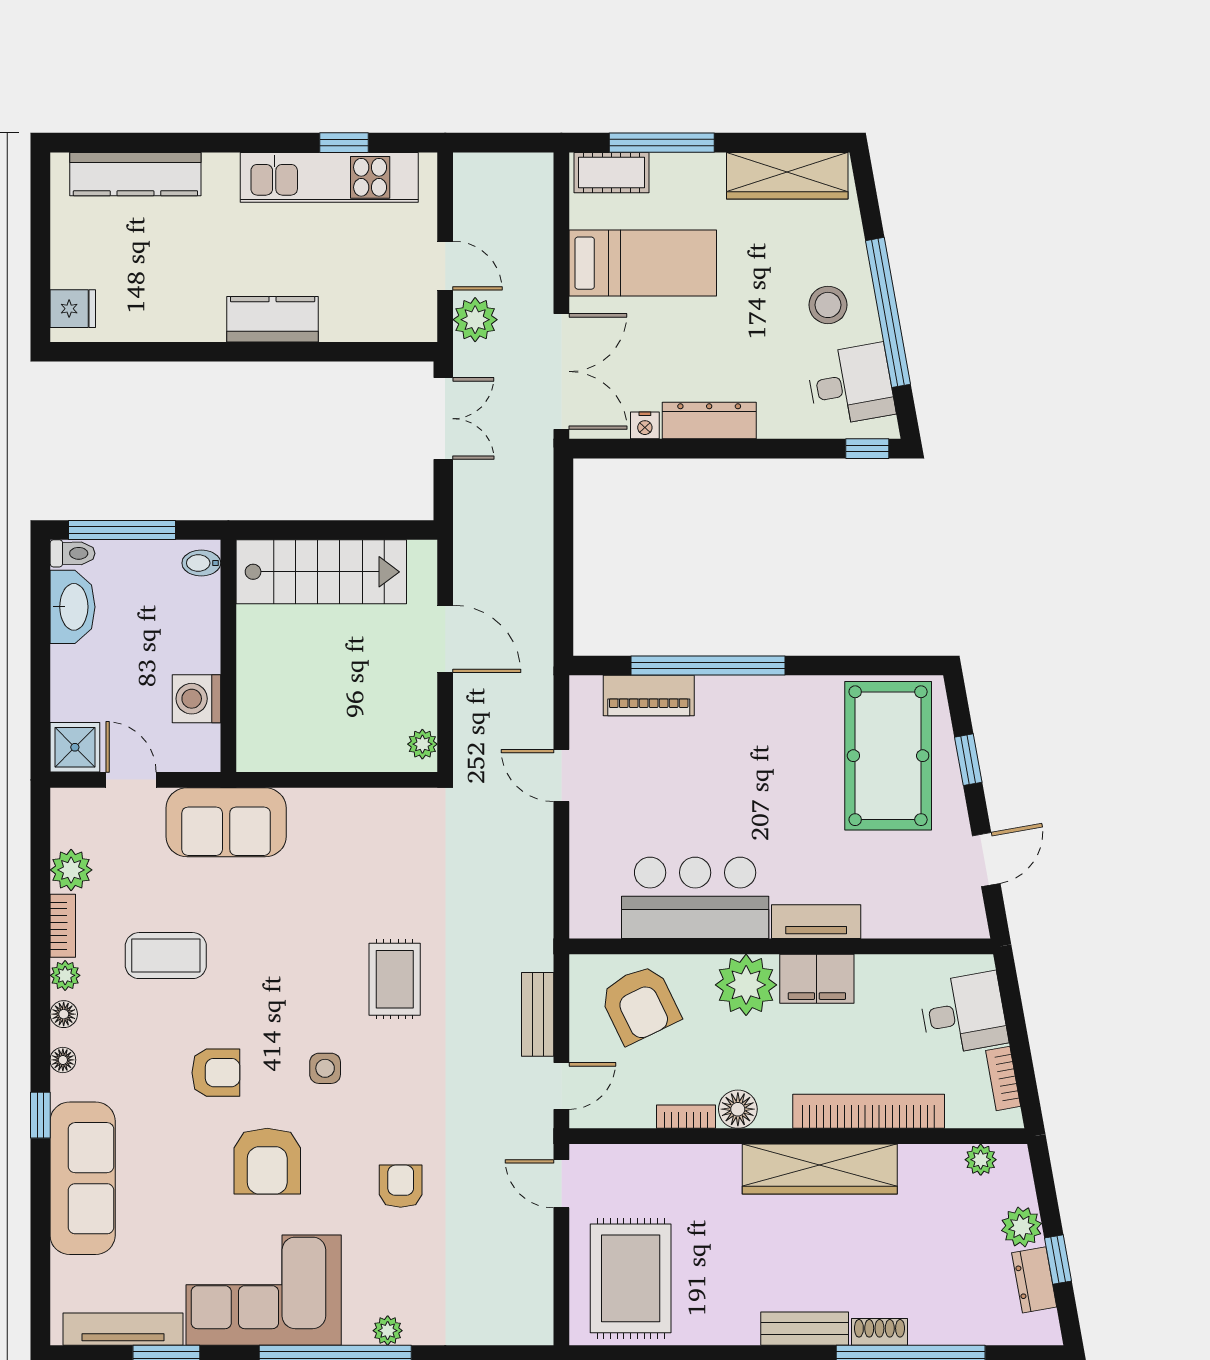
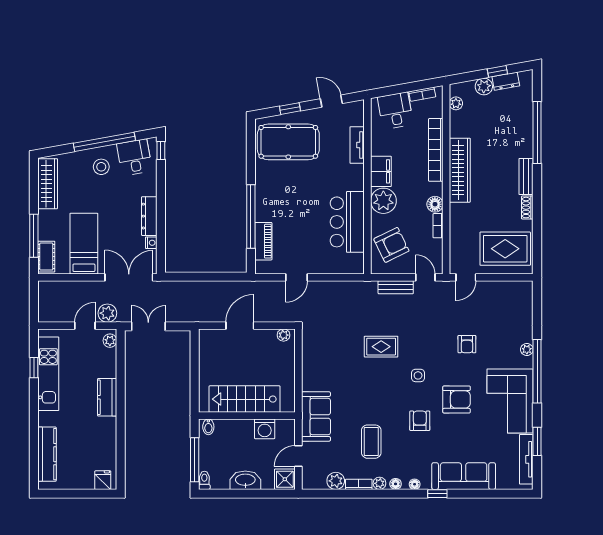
plant: (409, 326) -> (110, 341), added
stairs: (321, 572) -> (245, 399), moved, turned -90
washbasin: (73, 607) -> (245, 480), moved
tv unit: (816, 922) -> (357, 145), moved
armchair: (401, 1186) -> (467, 344), turned -90
shoe rack: (879, 1332) -> (527, 208), moved

